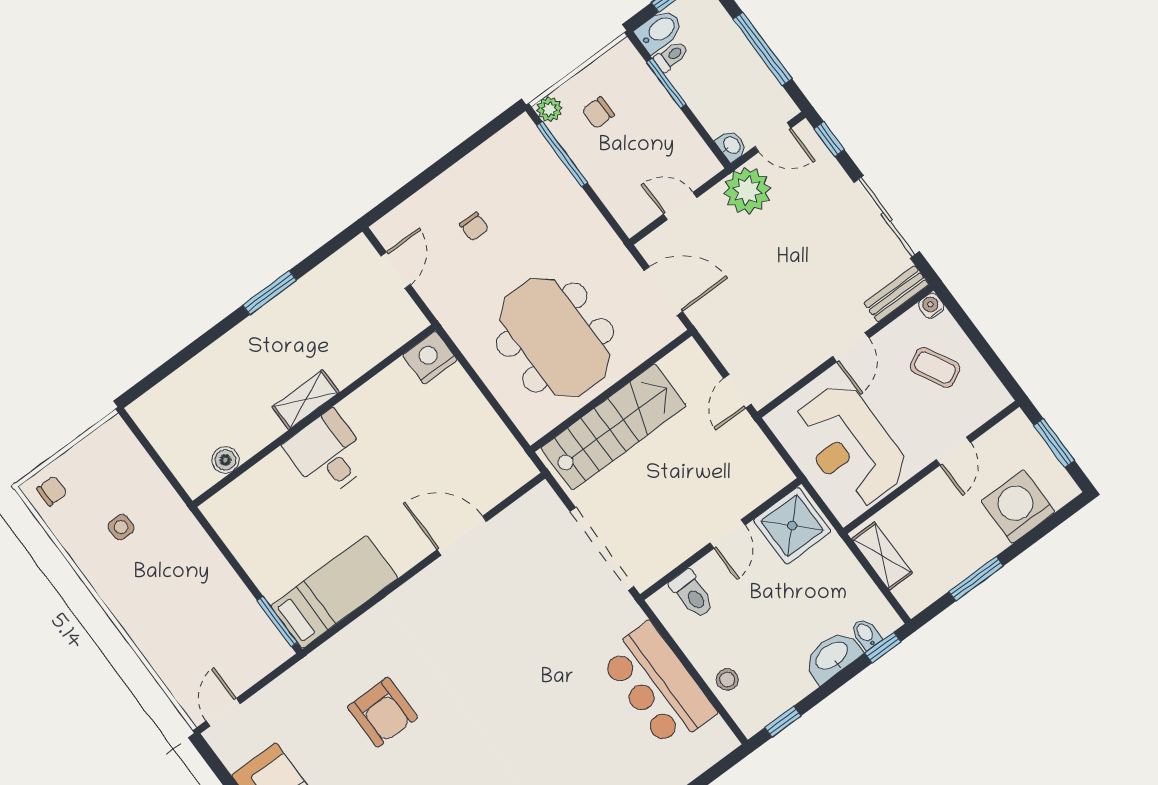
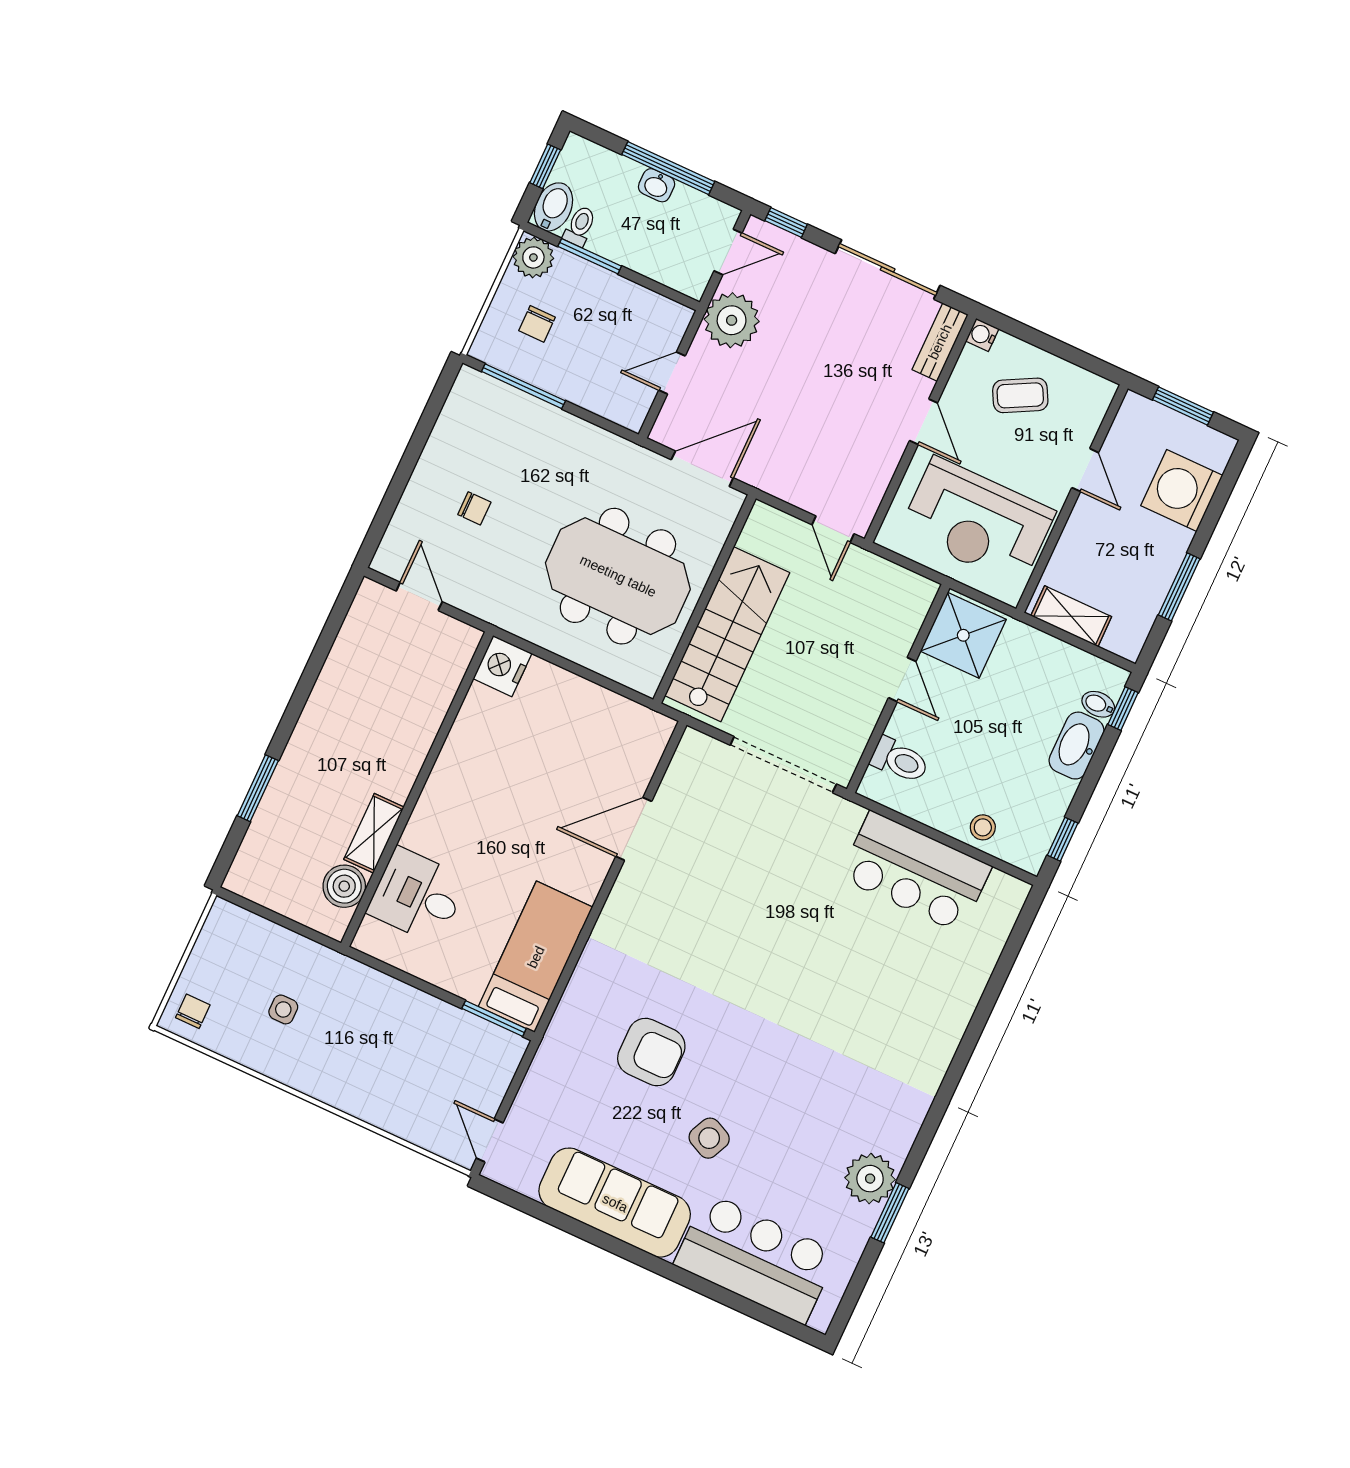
plant: (549, 109) -> (533, 257), moved, width x1.38, depth x1.38
washbasin: (731, 146) -> (657, 185), moved, turned 180
window: (270, 293) -> (258, 788), moved
shelving: (306, 400) -> (374, 833), moved
desk: (328, 454) -> (417, 896), moved
boiler: (225, 460) -> (344, 886), width x1.36, depth x1.36

